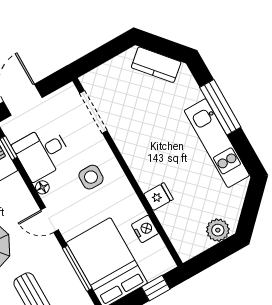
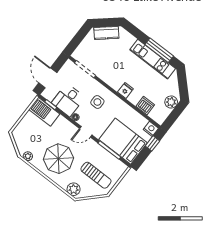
window: (220, 107) -> (159, 50), moved
fridge: (158, 197) -> (125, 90), moved
dishwasher: (171, 218) -> (145, 106), added
nightstand: (145, 229) -> (151, 129), moved

